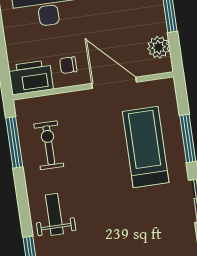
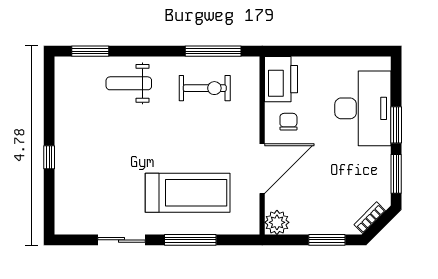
plant: (159, 47) -> (277, 222), moved
weight bench: (54, 214) -> (129, 83), turned 180

